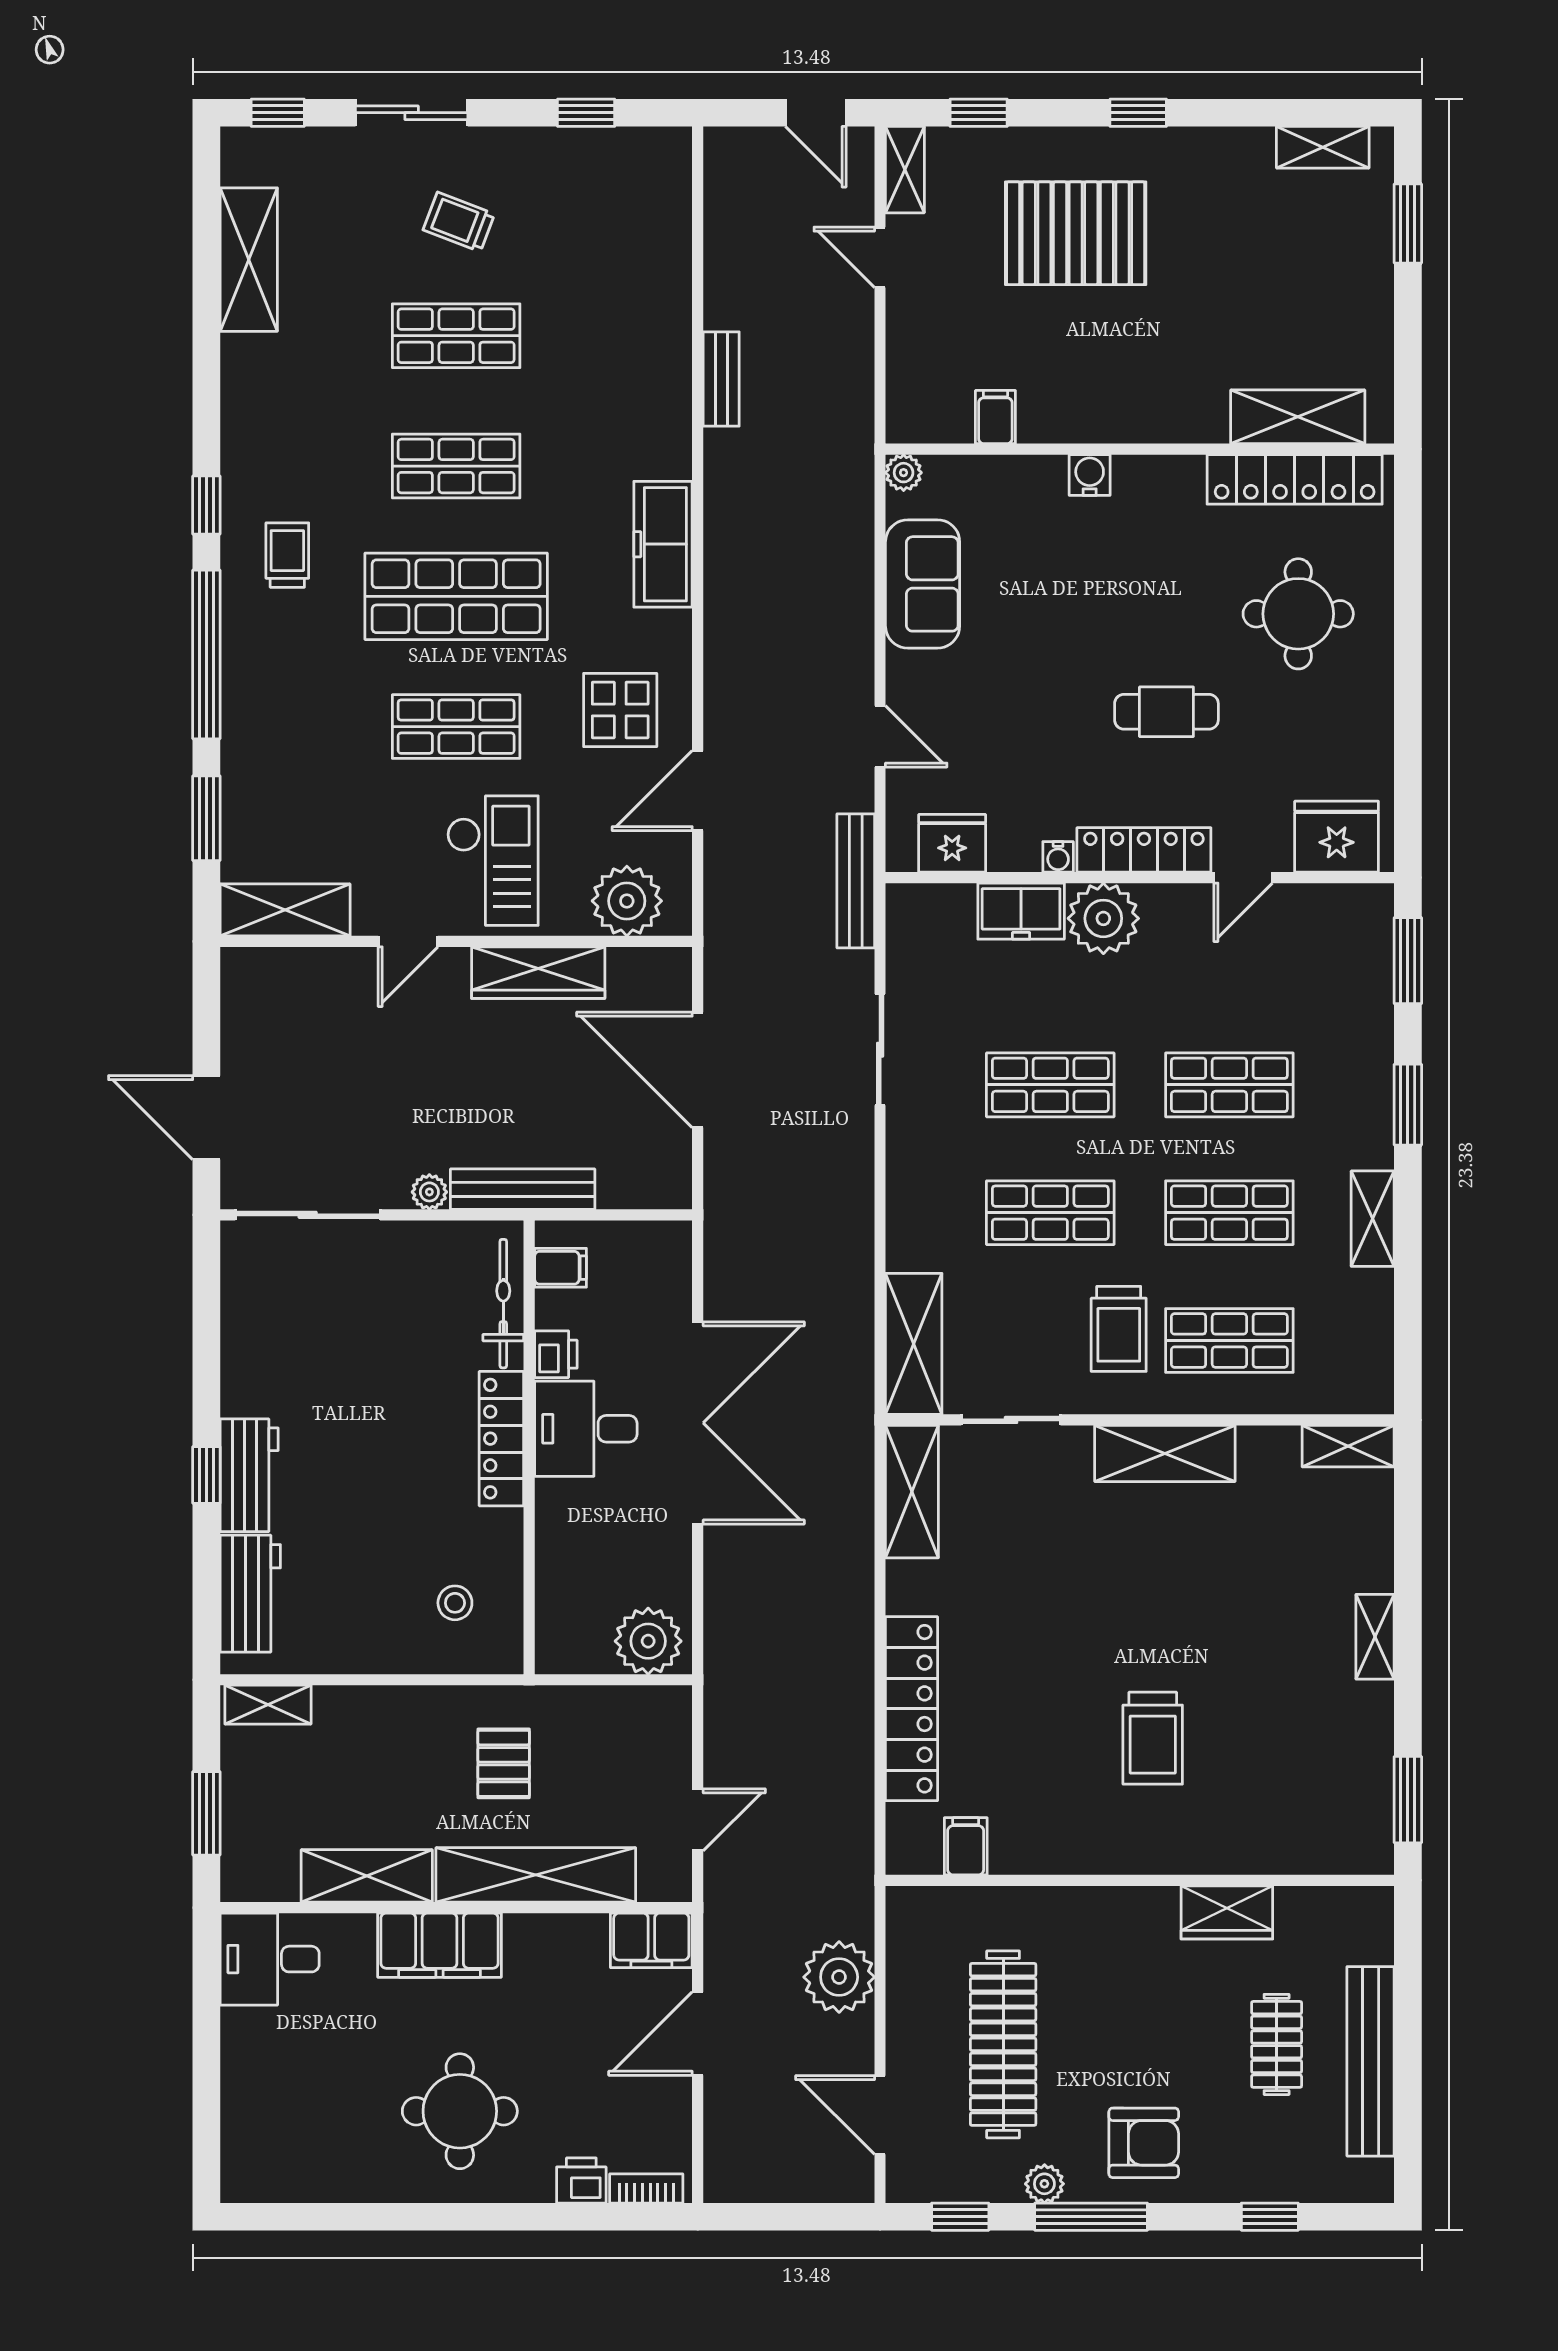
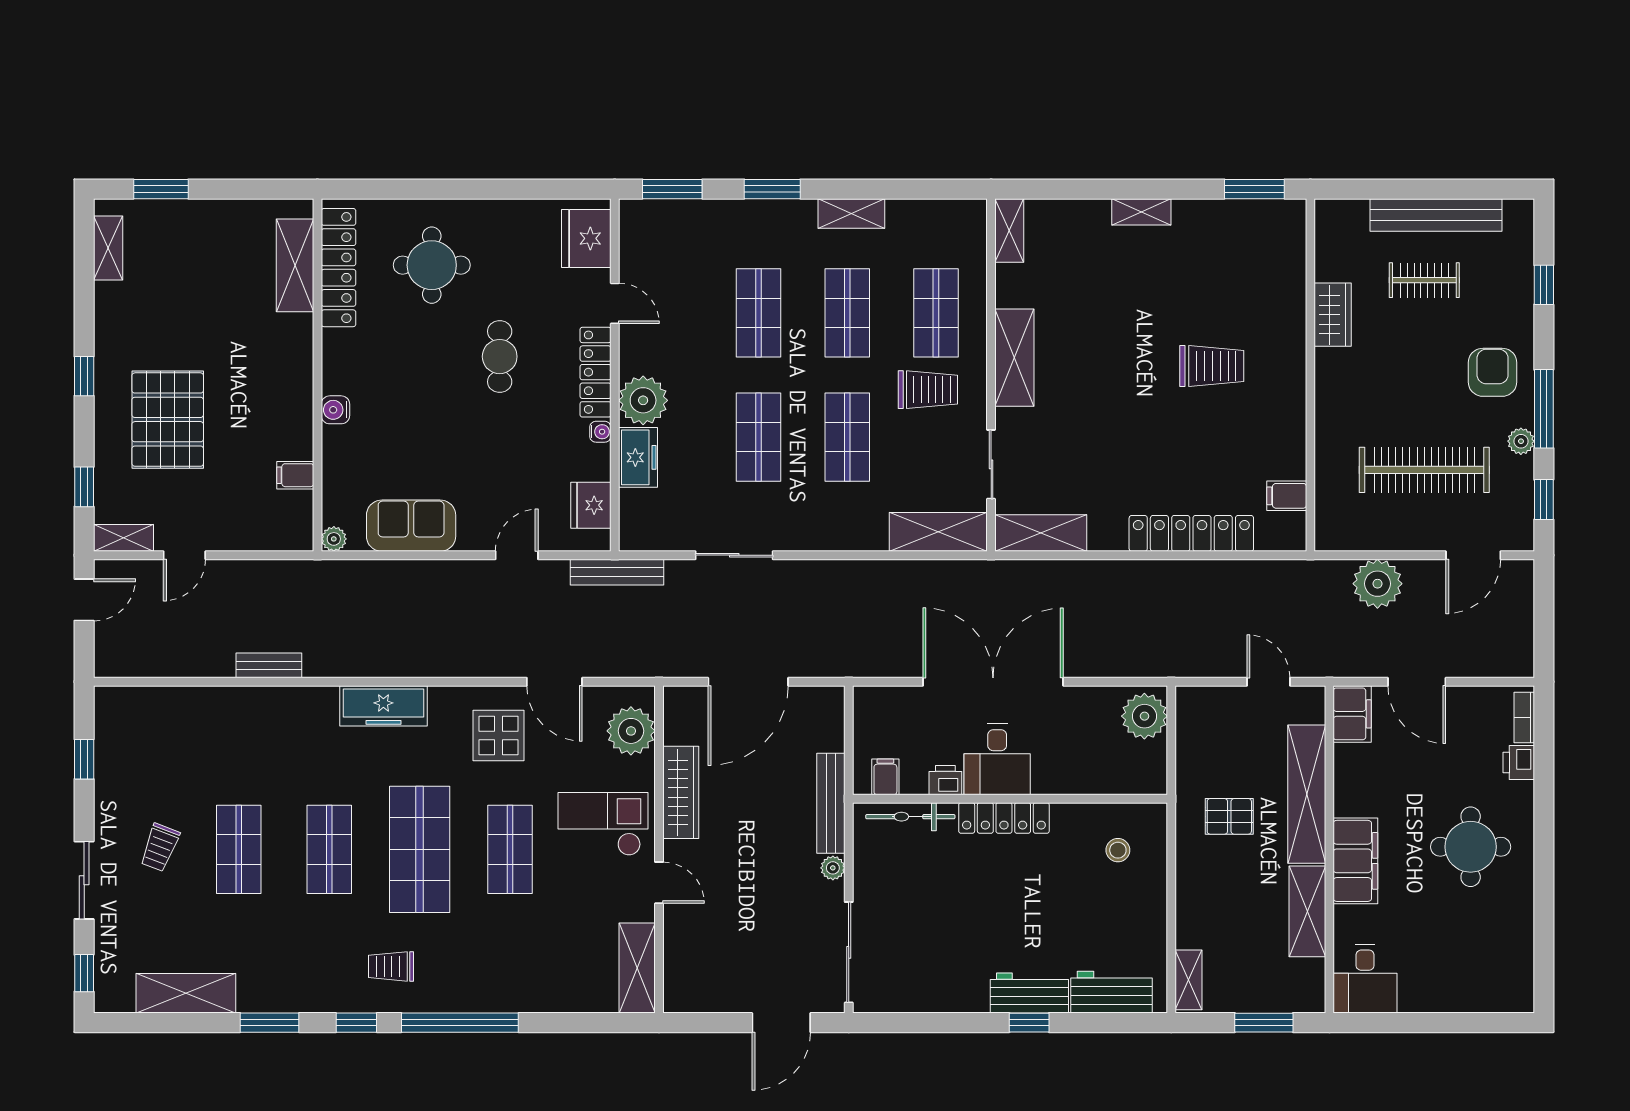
window: (206, 818) -> (270, 1023), moved

